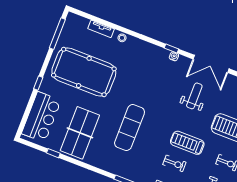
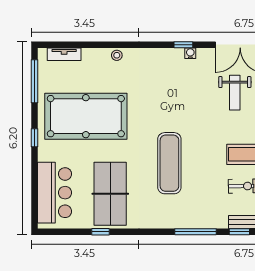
tv unit: (101, 29) -> (64, 54), moved
window: (38, 83) -> (34, 138), moved
weight bench: (194, 96) -> (235, 93), turned 180
window: (53, 153) -> (101, 232), moved

